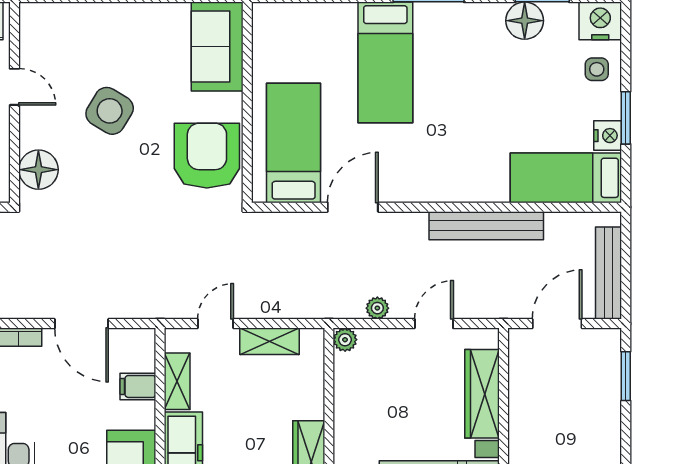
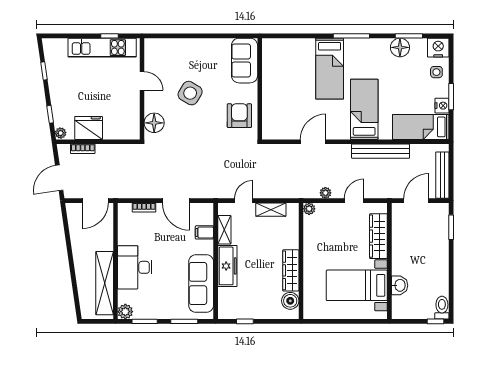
bed: (294, 143) -> (364, 109), moved
armchair: (207, 156) -> (239, 116), width x0.73, depth x0.73

